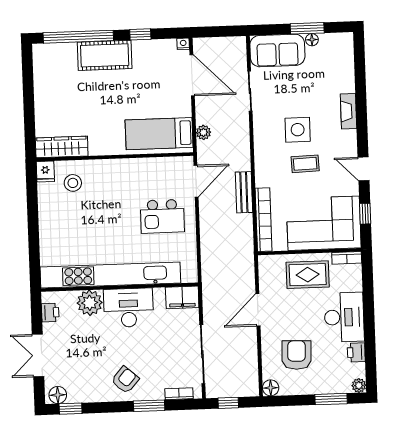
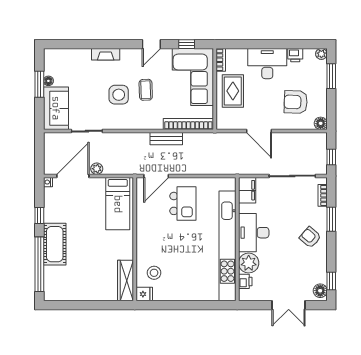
plant: (203, 132) -> (97, 169), moved
door: (196, 181) -> (156, 176), swing flipped
printer: (50, 312) -> (245, 281), moved, turned 90

